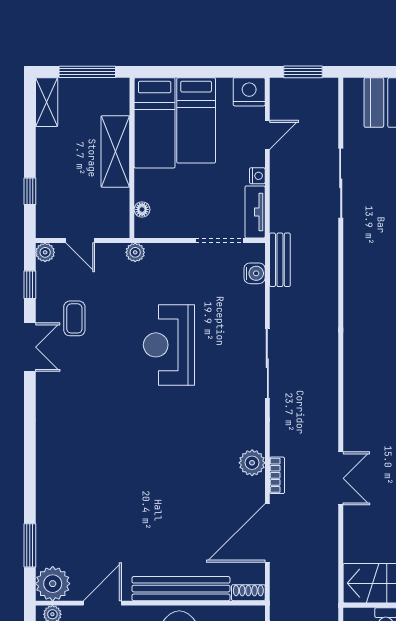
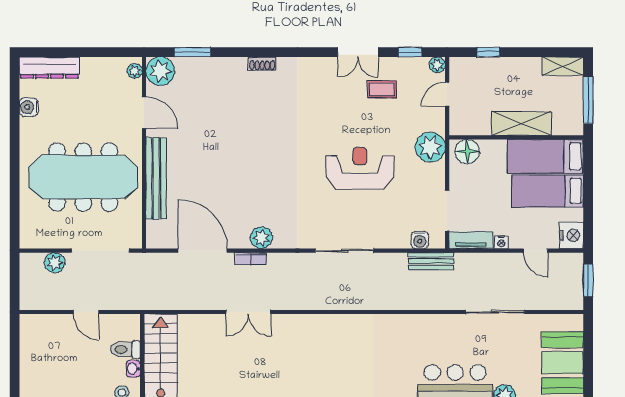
floor lamp: (142, 209) -> (467, 152), width x1.89, depth x1.89
plant: (135, 252) -> (430, 147), width x1.87, depth x1.87
shoe rack: (248, 593) -> (262, 64), moved, turned 90

